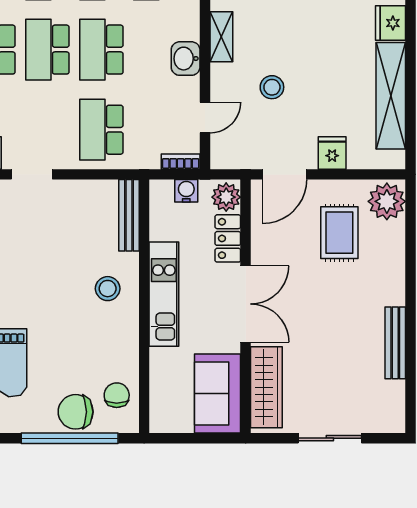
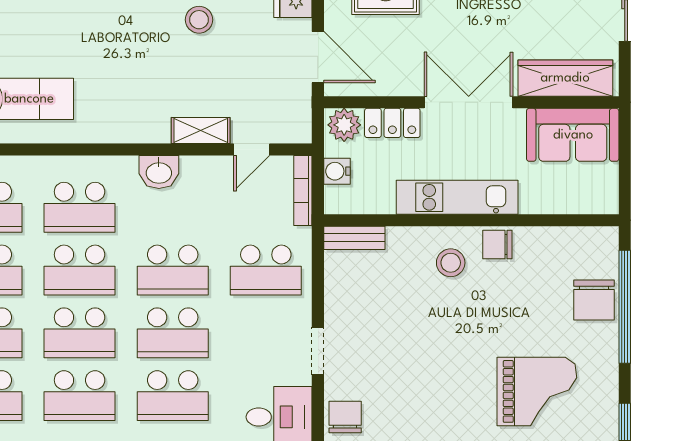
shelving: (221, 37) -> (201, 130), moved
washbasin: (186, 59) -> (159, 172), moved
stool: (272, 87) -> (199, 20), moved
door: (205, 117) -> (252, 150), swing flipped
bookcase: (181, 162) -> (303, 191), width x1.56
bench: (129, 215) -> (354, 238), width x0.73
chair: (117, 395) -> (497, 244), moved

